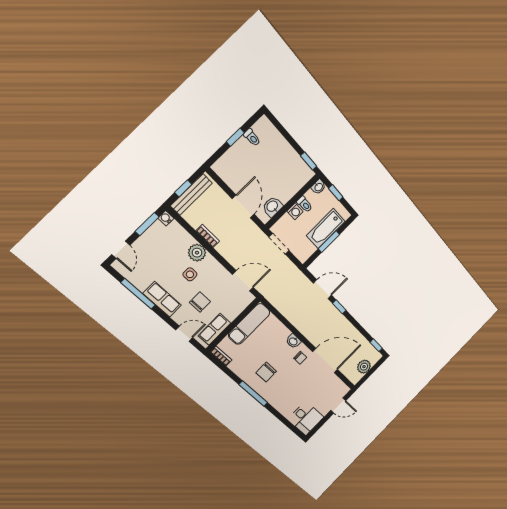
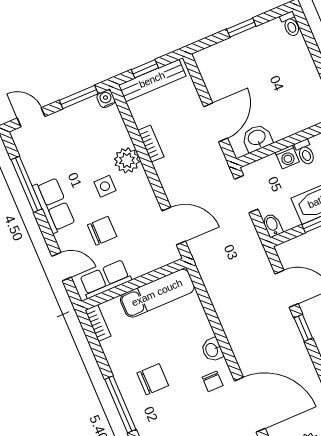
toilet: (252, 137) -> (290, 24), moved
door: (121, 250) -> (31, 117), swing flipped
bidet: (301, 256) -> (272, 225), added
chair: (266, 372) -> (153, 379), turned 180

